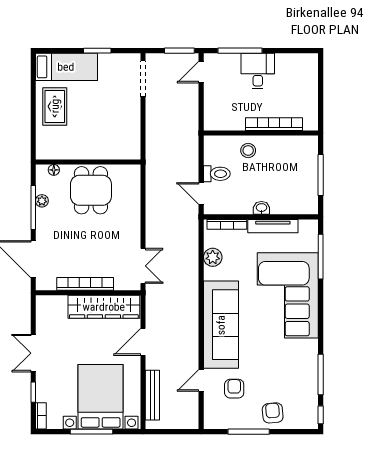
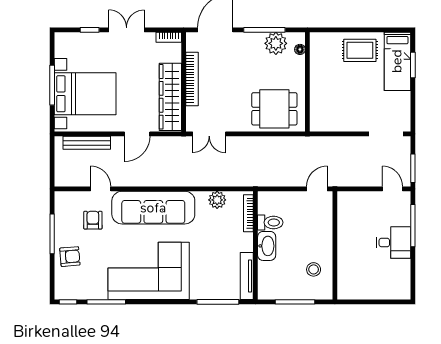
window: (97, 51) -> (413, 65), moved
bookcase: (274, 124) -> (343, 258), removed
stool: (248, 150) -> (314, 269), moved
toilet: (217, 174) -> (270, 222), moved, turned -90
dining table: (91, 190) -> (274, 109), moved
door: (201, 194) -> (317, 189), moved
plant: (42, 201) -> (276, 43), width x1.88, depth x1.88
washbasin: (261, 208) -> (267, 246), width x1.91, depth x1.45
tv unit: (273, 226) -> (247, 276), moved
corner sofa: (288, 295) -> (149, 271), moved
door: (143, 342) -> (137, 134), swing flipped
armchair: (234, 389) -> (93, 220), turned -90
bookcase: (41, 416) -> (169, 37), moved

